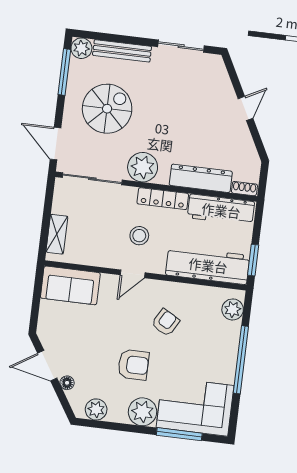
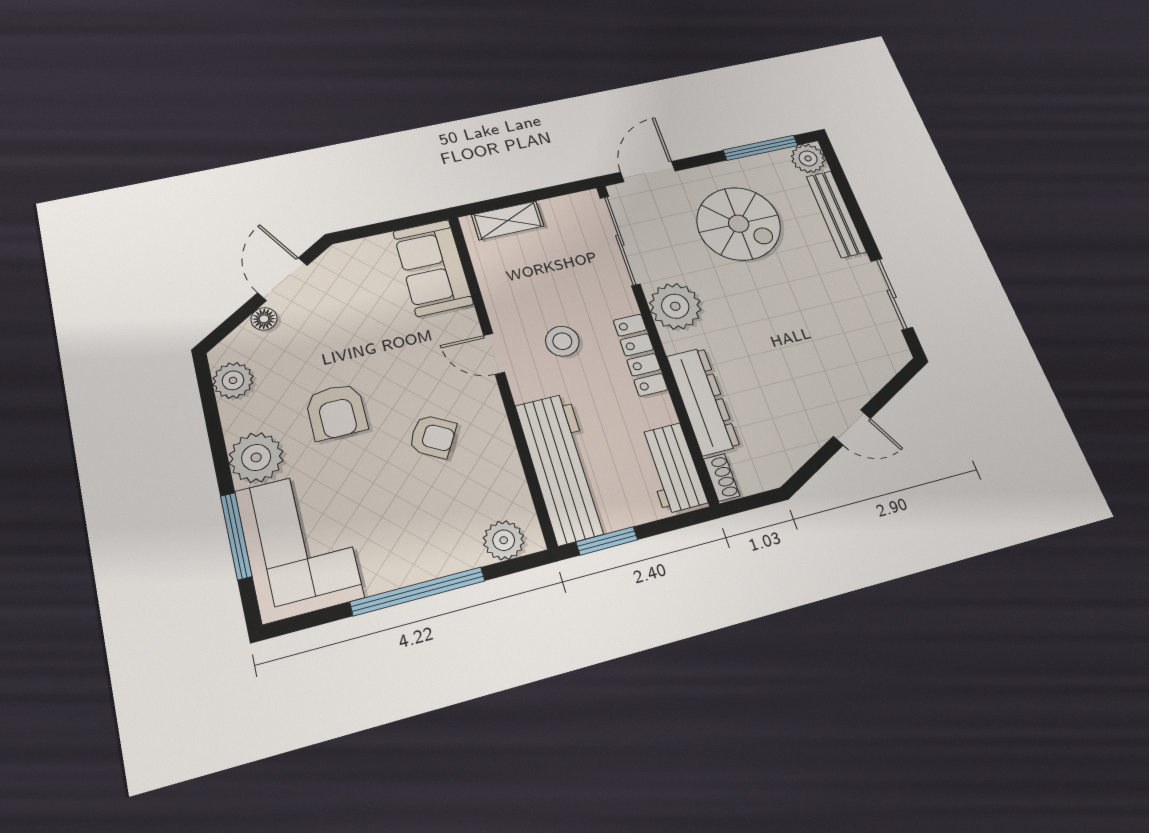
workbench: (221, 210) -> (673, 468), width x0.73

